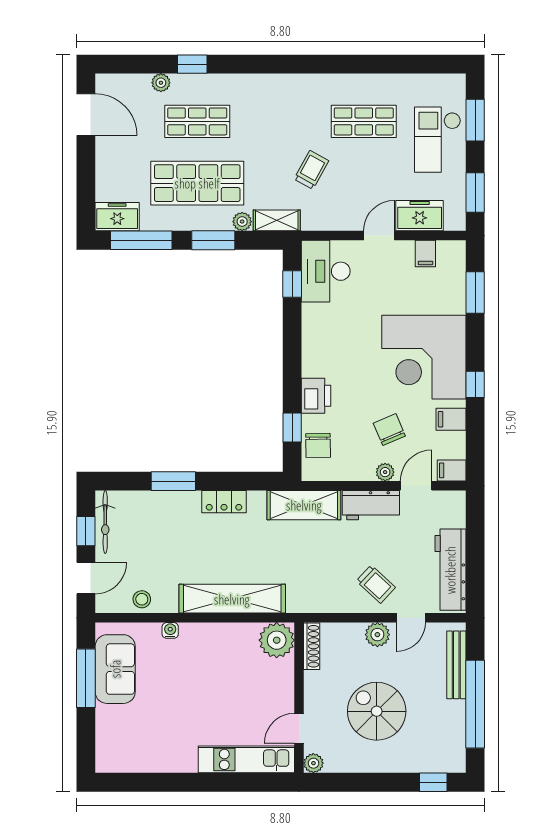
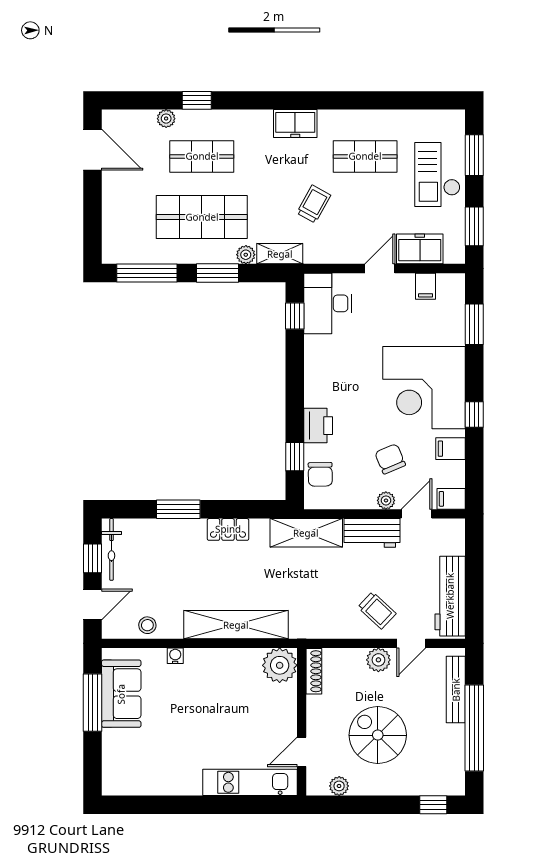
freezer: (117, 217) -> (295, 124), moved, turned 180
plant: (313, 763) -> (339, 786), moved

